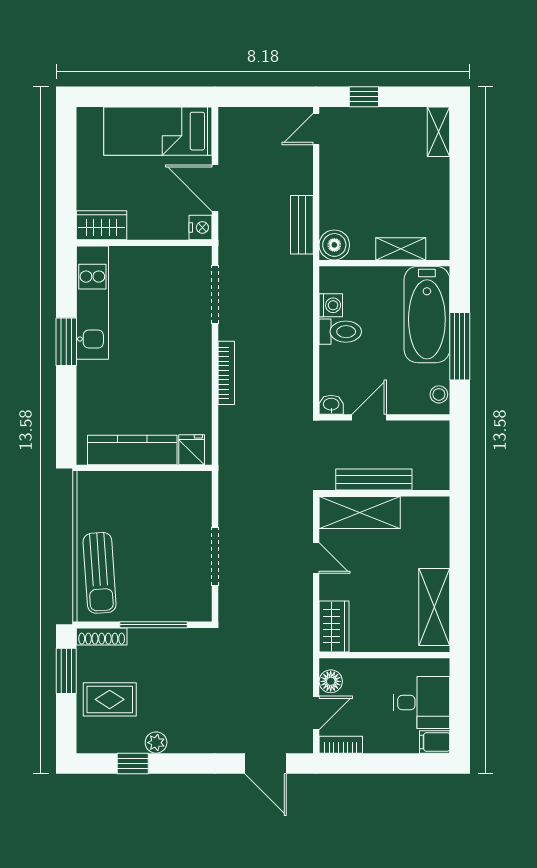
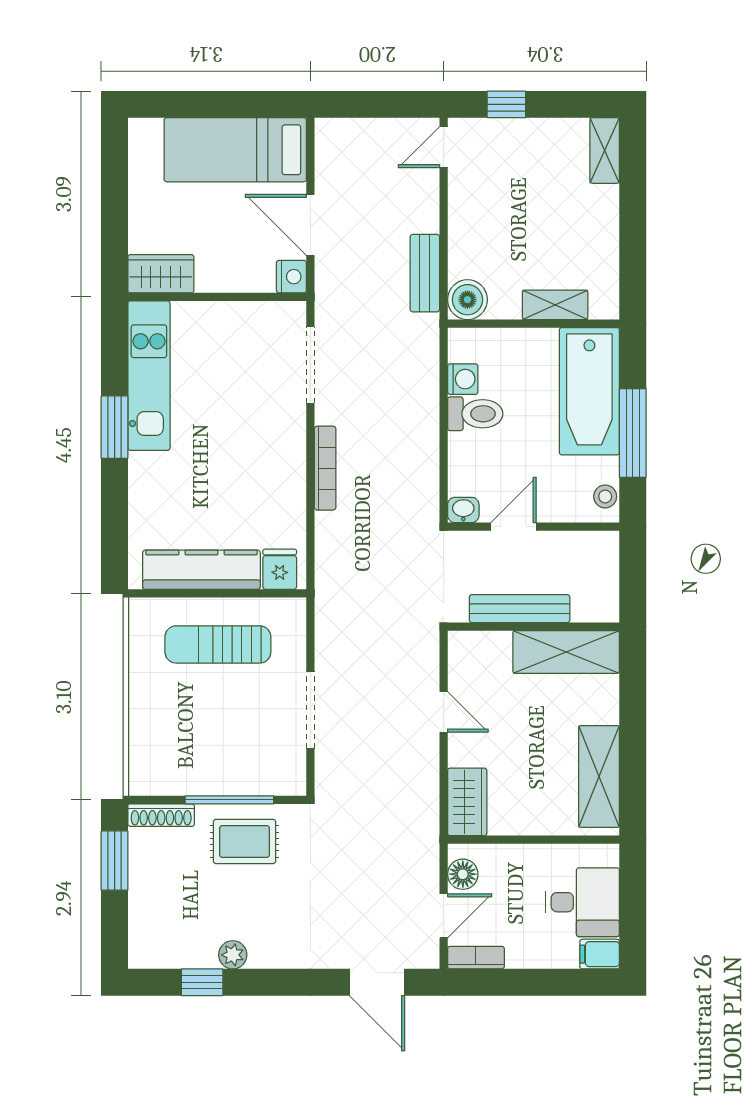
shelving: (360, 512) -> (566, 652), moved
sun lounger: (100, 573) -> (218, 644), moved, turned 94
rug: (110, 699) -> (245, 841), moved

